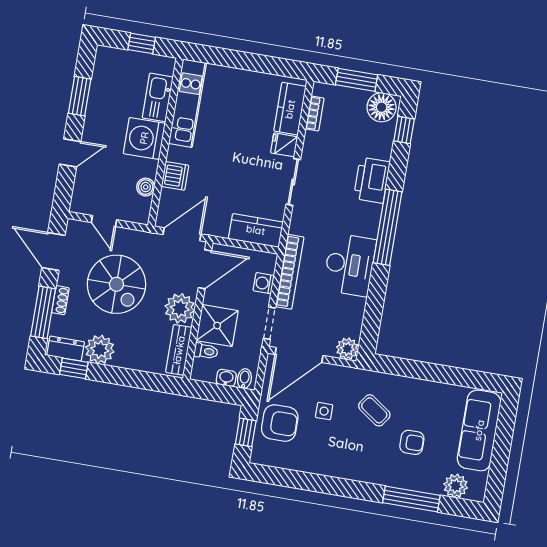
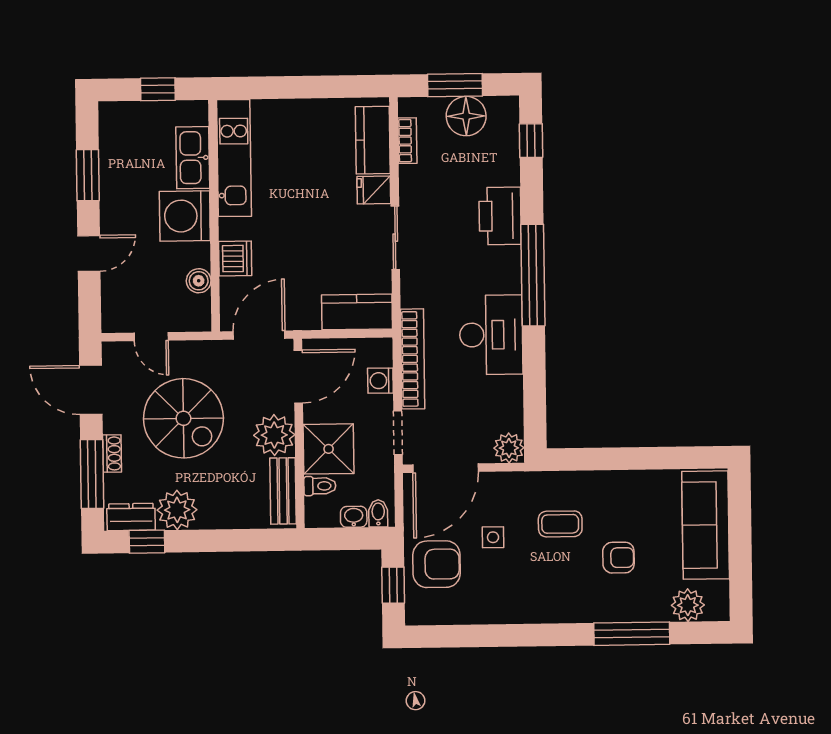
floor lamp: (382, 107) -> (466, 116), moved
coffee table: (374, 410) -> (560, 524), turned -35

